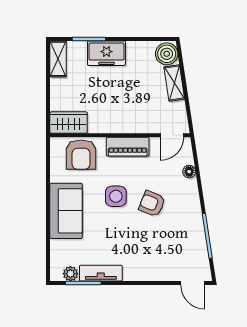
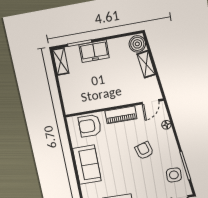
wardrobe: (69, 123) -> (77, 105), removed
armchair: (81, 155) -> (90, 126), turned 90
side table: (116, 196) -> (174, 175), moved
armchair: (152, 204) -> (144, 151), turned 51

